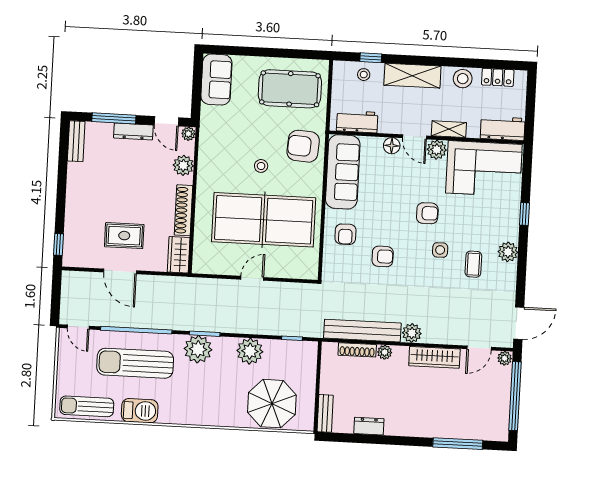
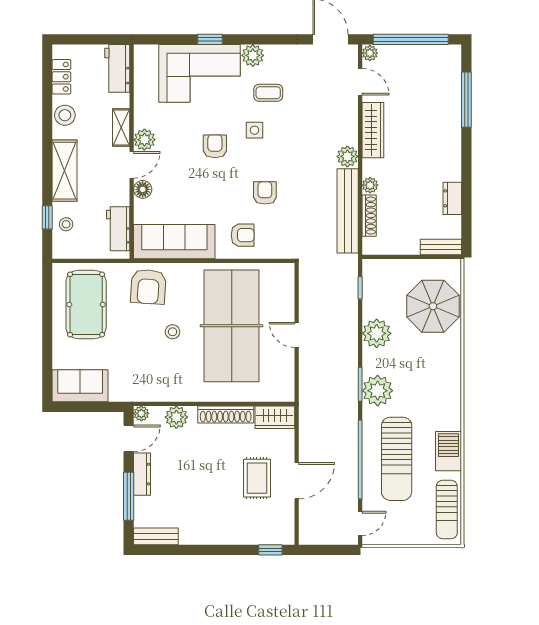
corner sofa: (484, 169) -> (200, 73), moved, turned 90

